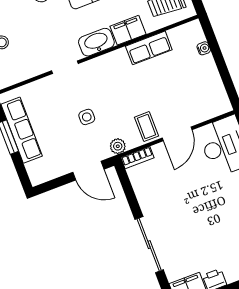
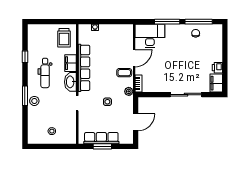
row of seats: (149, 48) -> (84, 68), width x2.02
door: (177, 134) -> (134, 58), hinge flipped
door: (88, 171) -> (136, 122), moved

